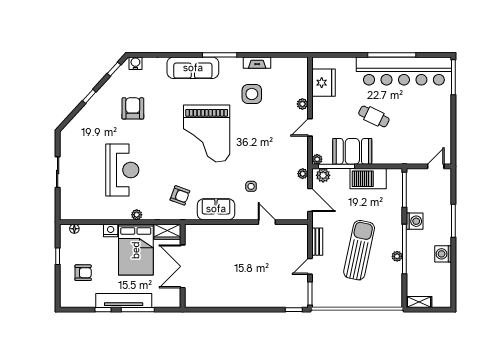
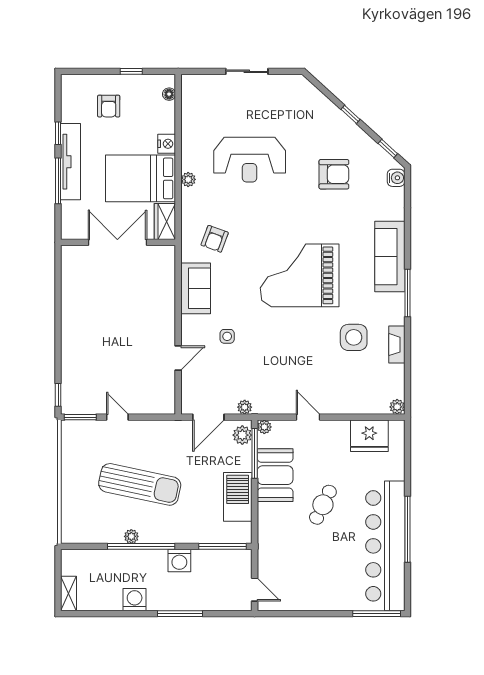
plant: (302, 104) -> (397, 407), moved
bench: (317, 242) -> (151, 427), removed
shelving: (419, 302) -> (69, 594), moved

